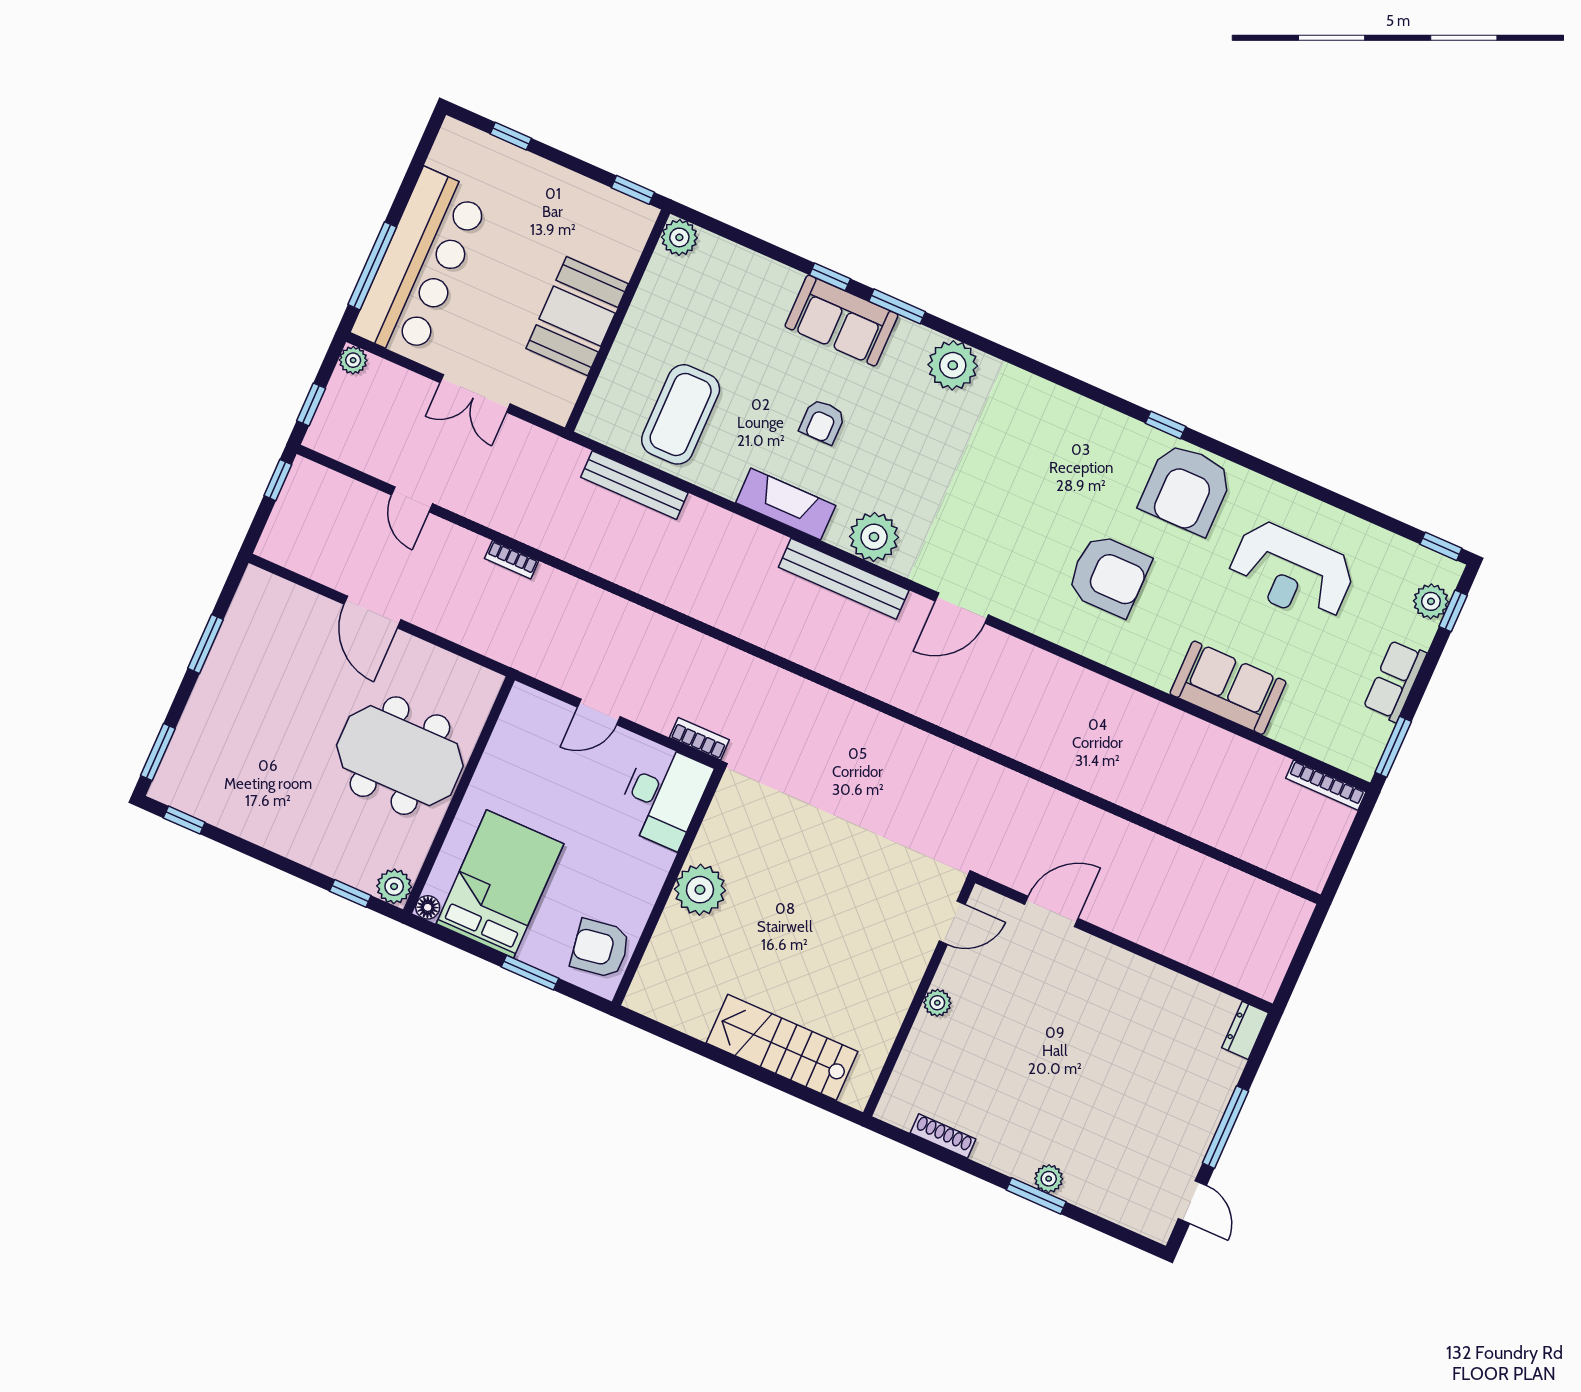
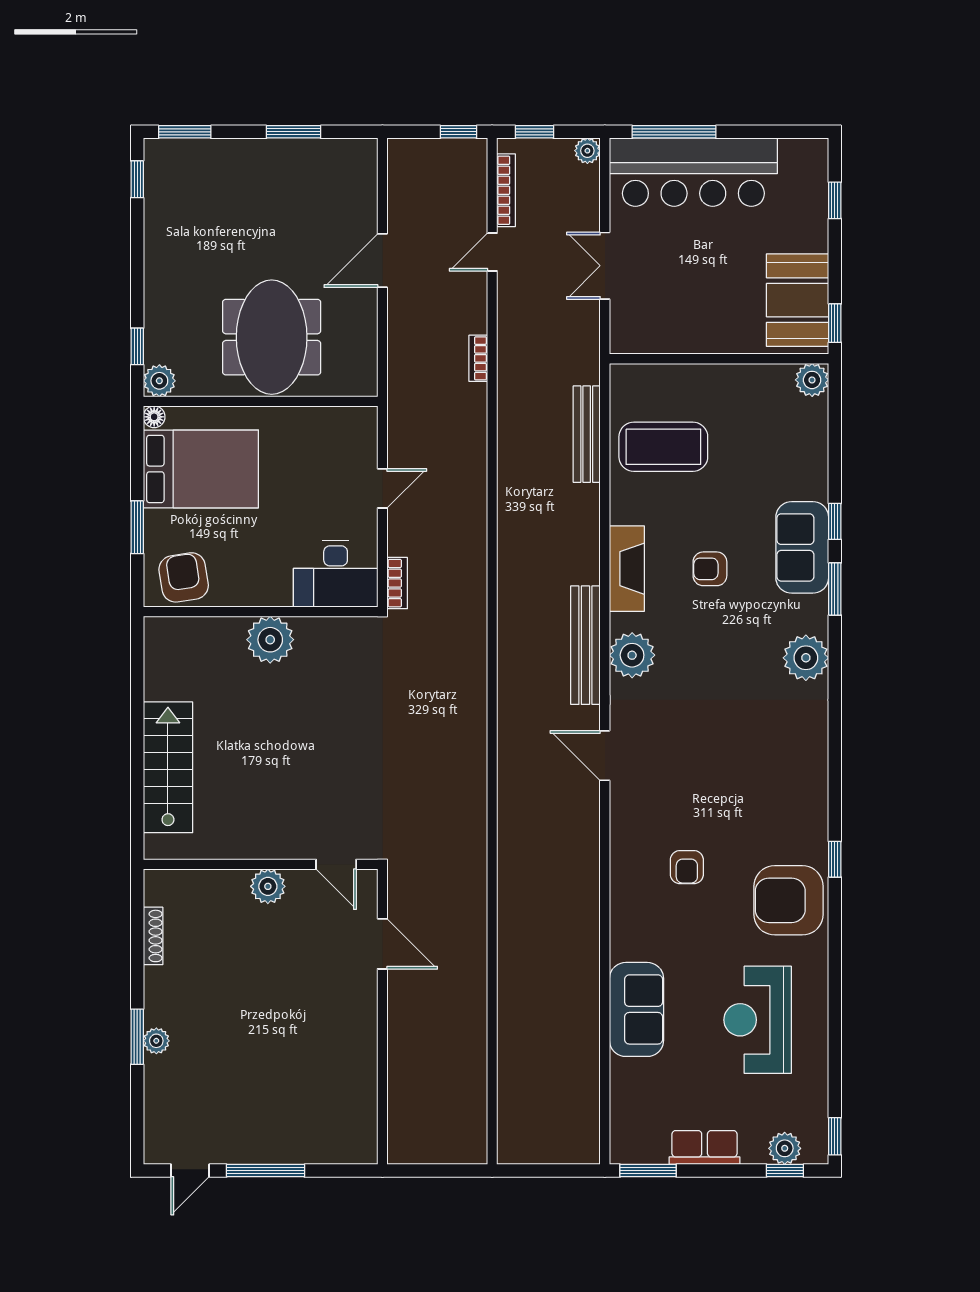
booth: (577, 316) -> (798, 300), moved, turned 90
armchair: (1109, 575) -> (687, 867), width x0.53, depth x0.53
door: (599, 712) -> (382, 488), swing flipped
bookcase: (1326, 785) -> (506, 190), moved, turned 180
plant: (937, 1003) -> (268, 886), width x1.38, depth x1.38
dresser: (1245, 1030) -> (354, 1151), removed

